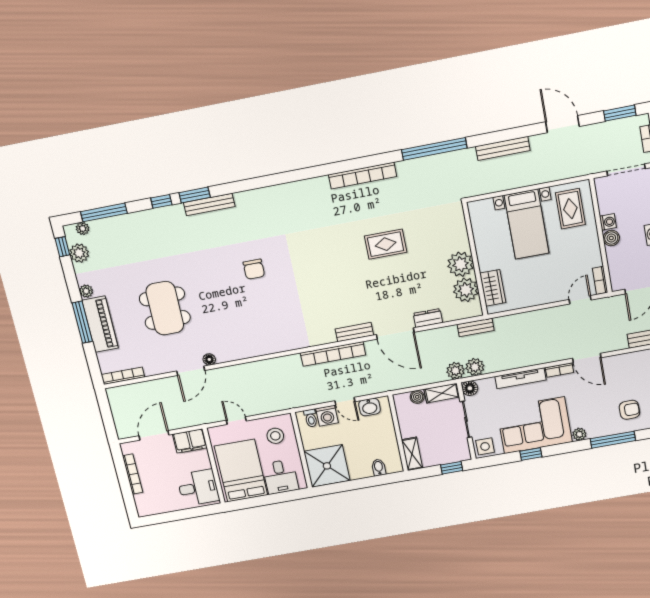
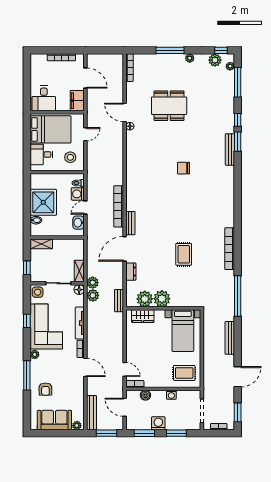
bed with nightstands: (527, 224) -> (183, 331), moved, turned -90
boiler: (611, 238) -> (145, 395), moved
piano: (100, 324) -> (166, 62), removed
door: (587, 358) -> (85, 367), swing flipped
boiler: (417, 397) -> (80, 255), removed
shower: (327, 466) -> (43, 202), moved

